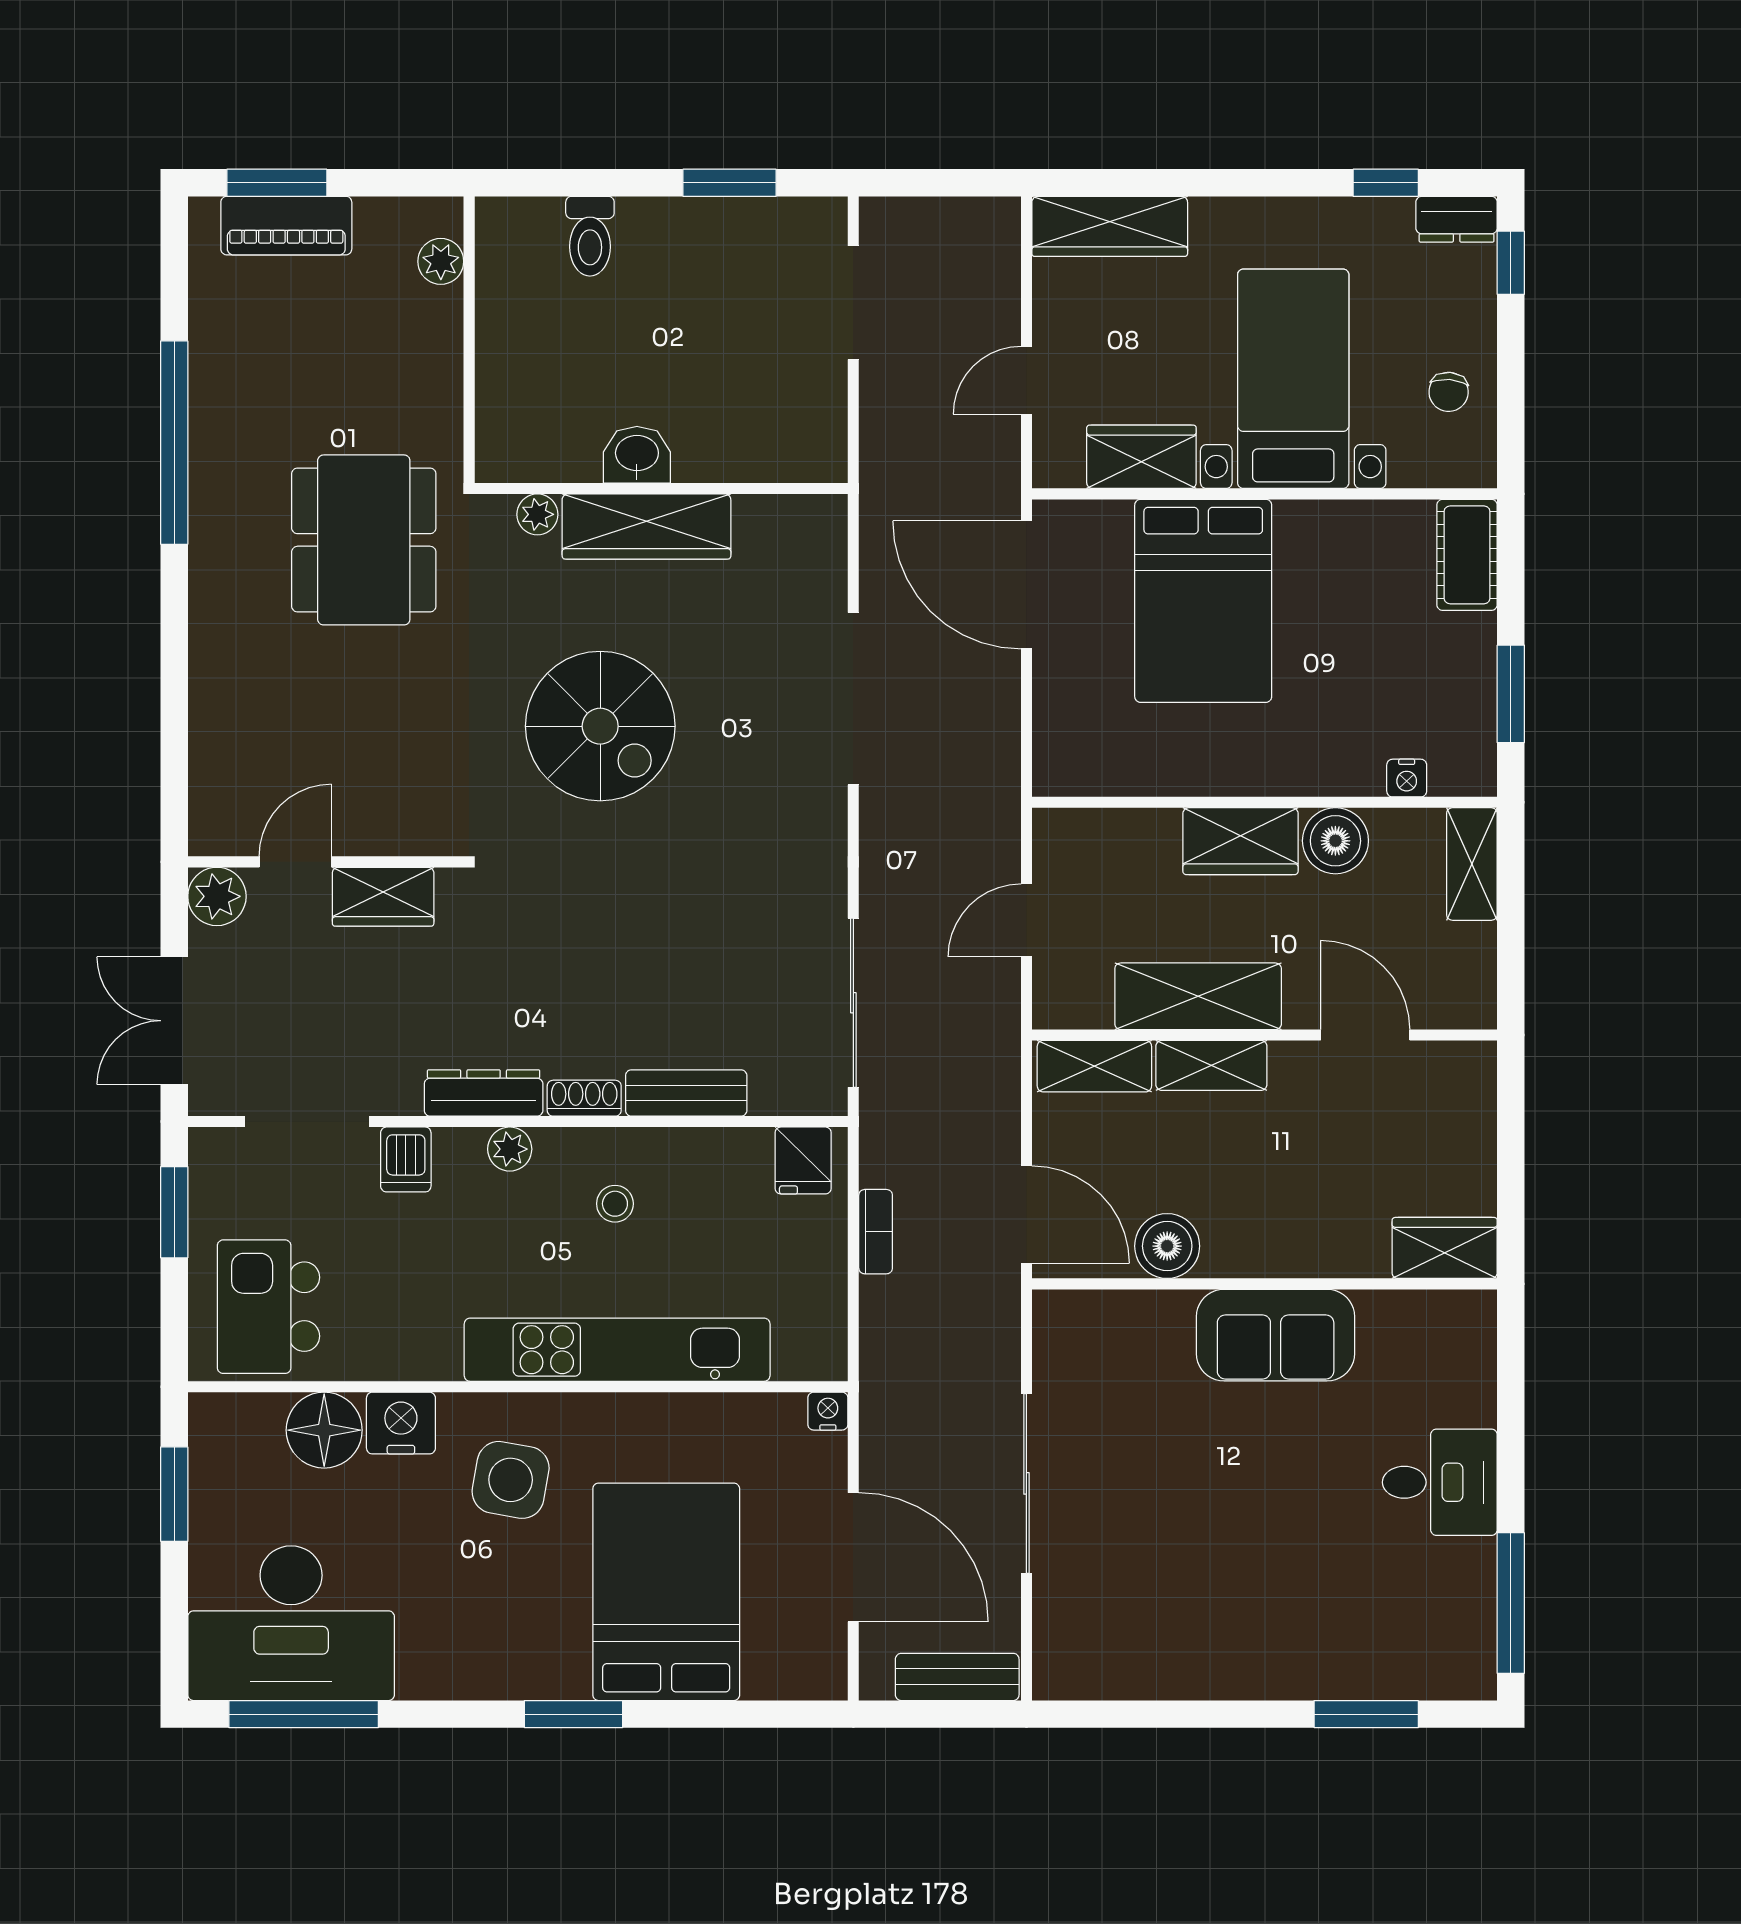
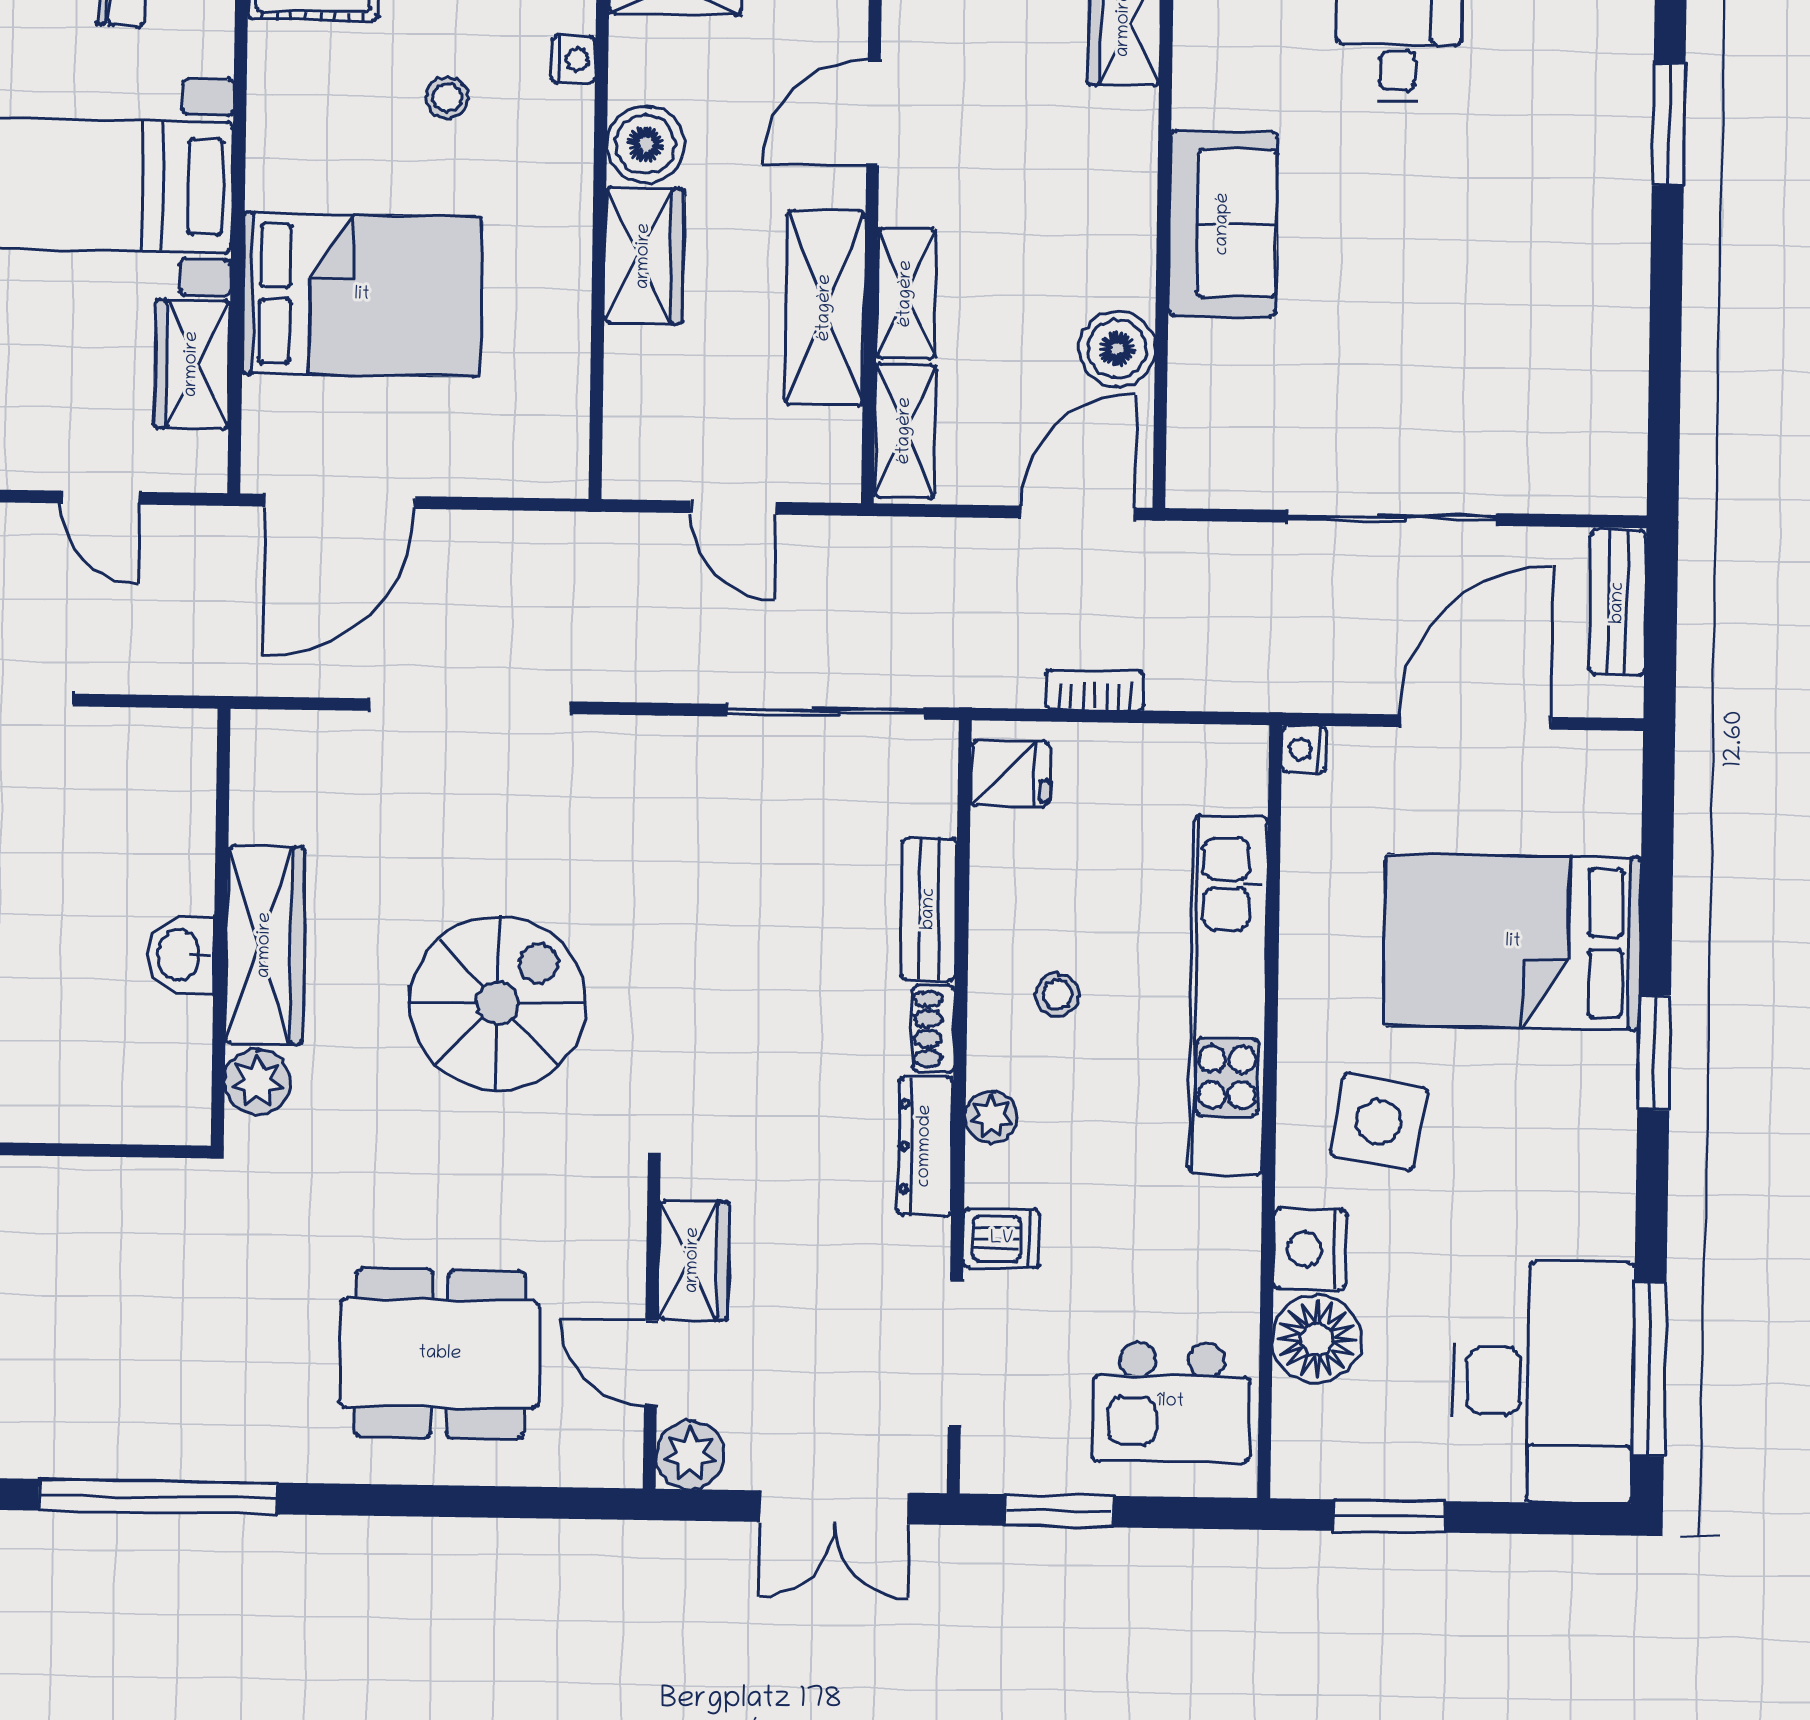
plant: (537, 514) -> (257, 1082), width x1.38, depth x1.38
dining table: (364, 540) -> (440, 1354), moved
stool: (1373, 671) -> (447, 98), added

